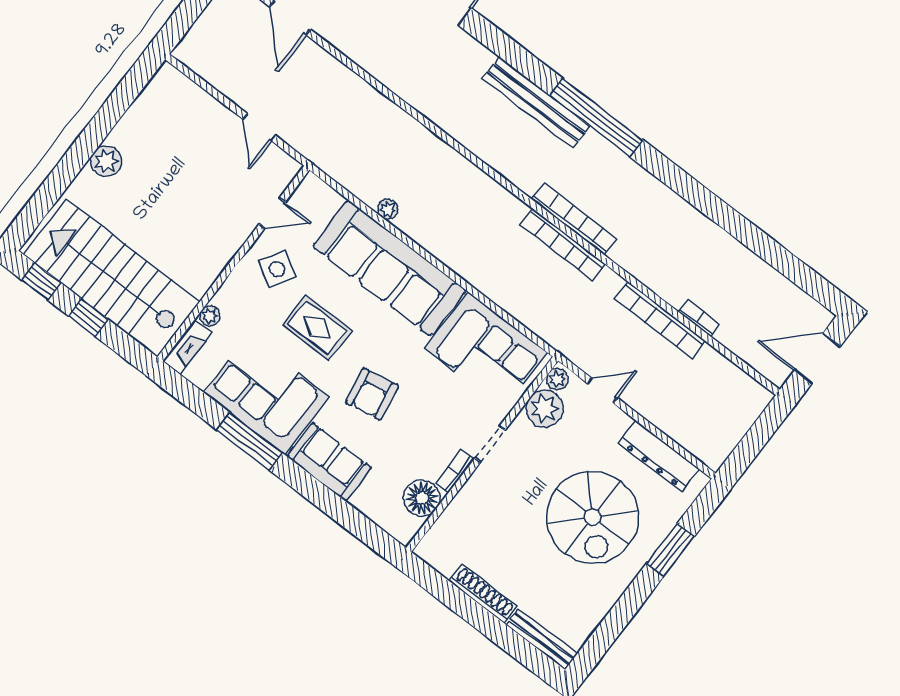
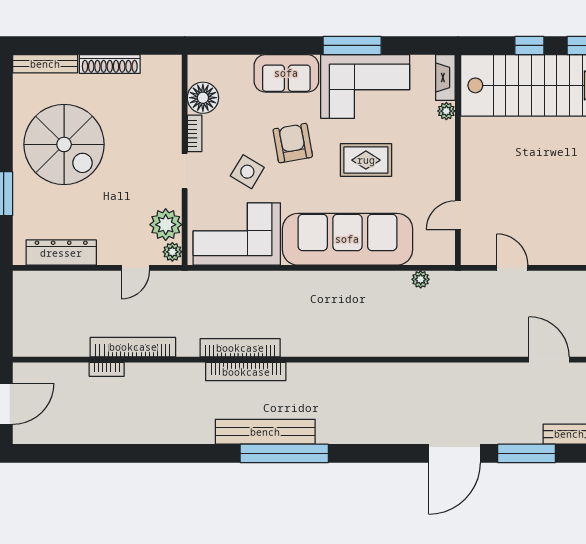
bench: (536, 103) -> (265, 432), moved
plant: (388, 209) -> (421, 279), moved
side table: (277, 269) -> (247, 172), moved
spiral stairs: (592, 517) -> (64, 144), moved, turned 180

